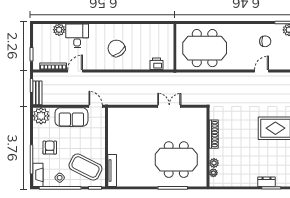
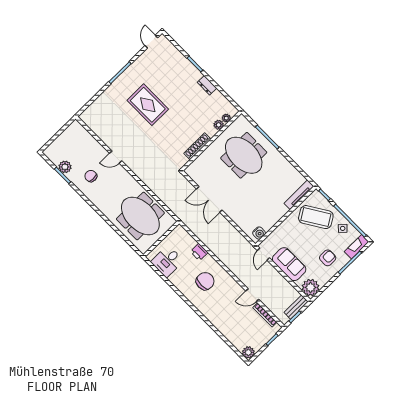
plant: (59, 30) -> (248, 352), moved
desk: (77, 36) -> (167, 261), moved
chair: (116, 48) -> (205, 281), turned -143
printer: (156, 64) -> (199, 252), moved
double door: (169, 106) -> (209, 199), width x1.37
water cooler: (113, 118) -> (259, 233), added
armchair: (50, 148) -> (328, 258), turned 180
coffee table: (85, 167) -> (316, 217), turned -59
dresser: (267, 182) -> (207, 85), moved

